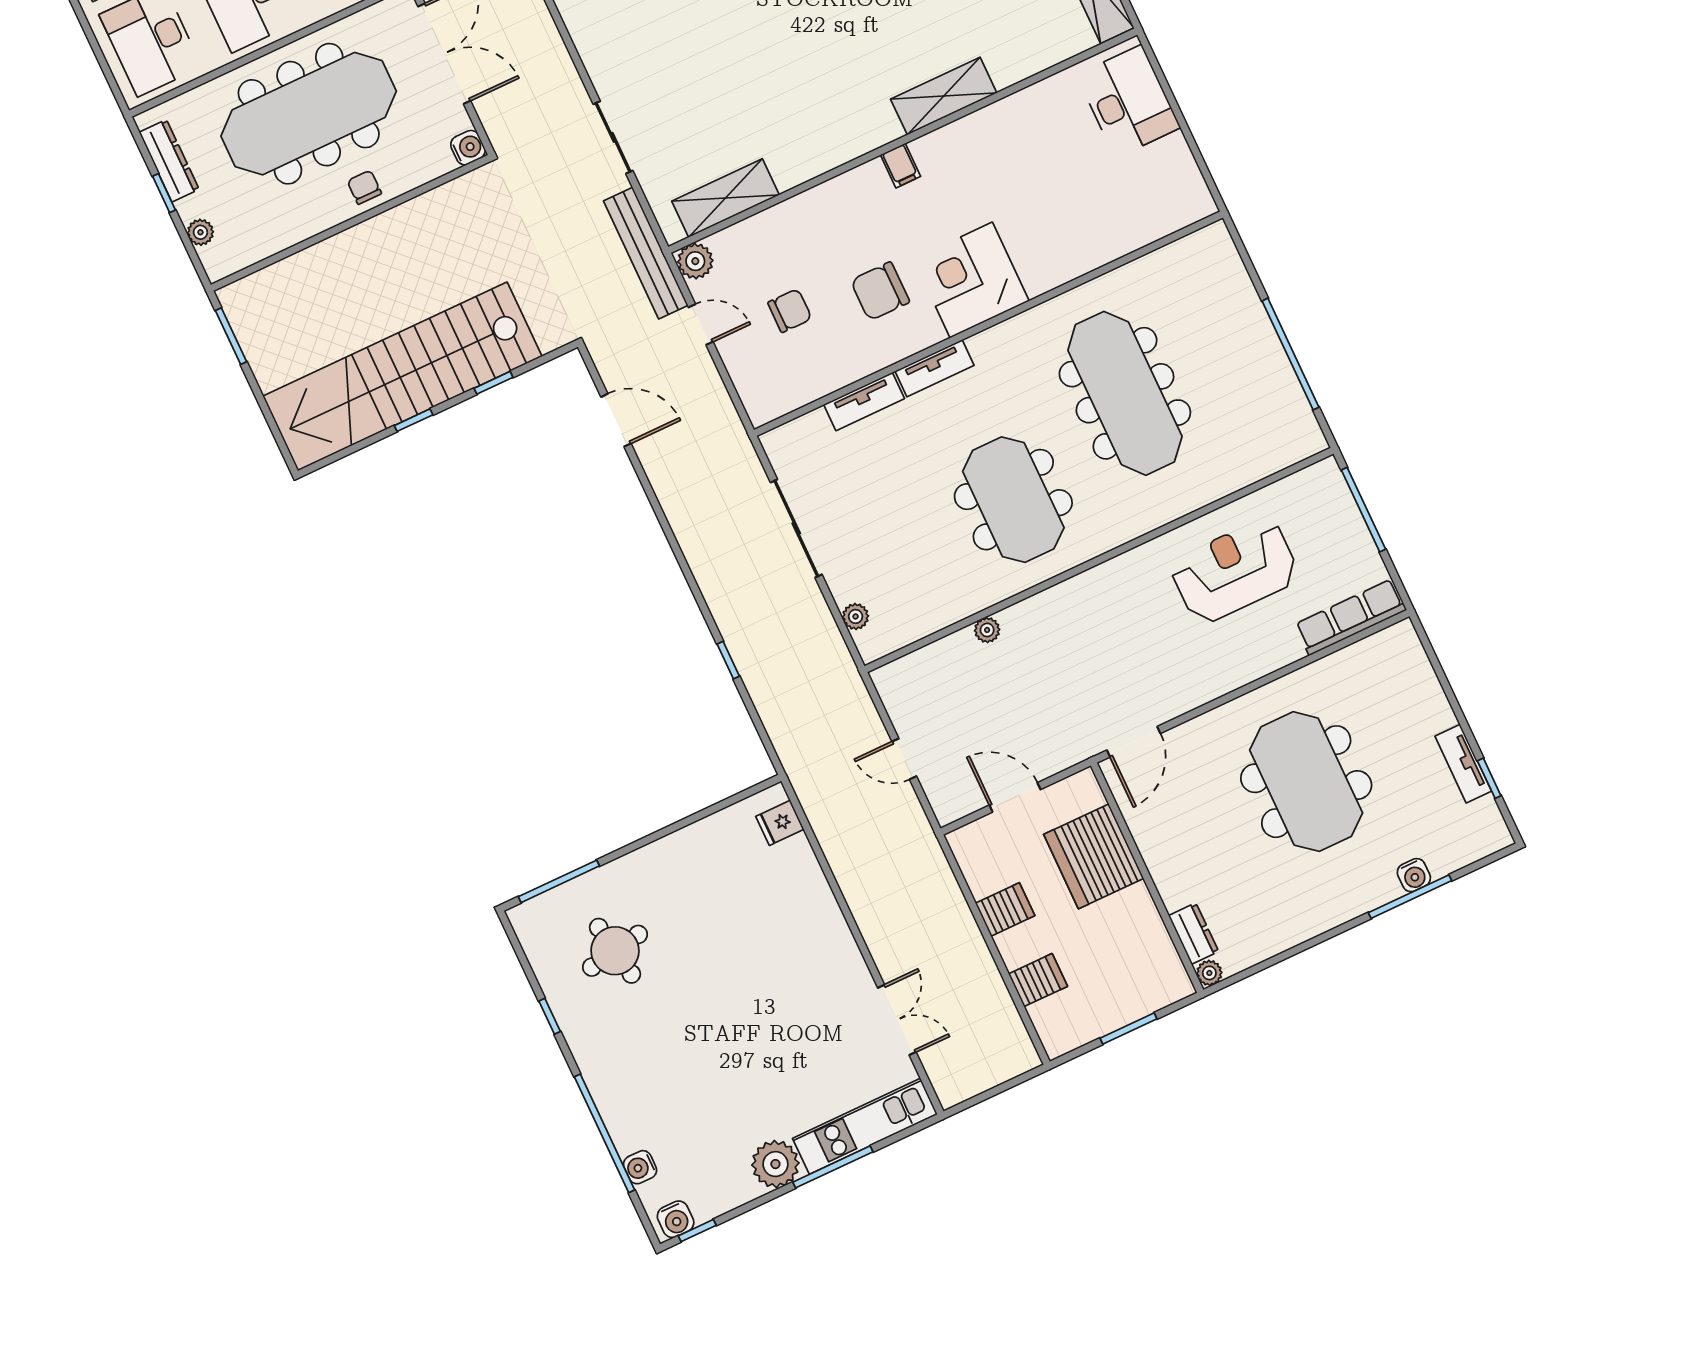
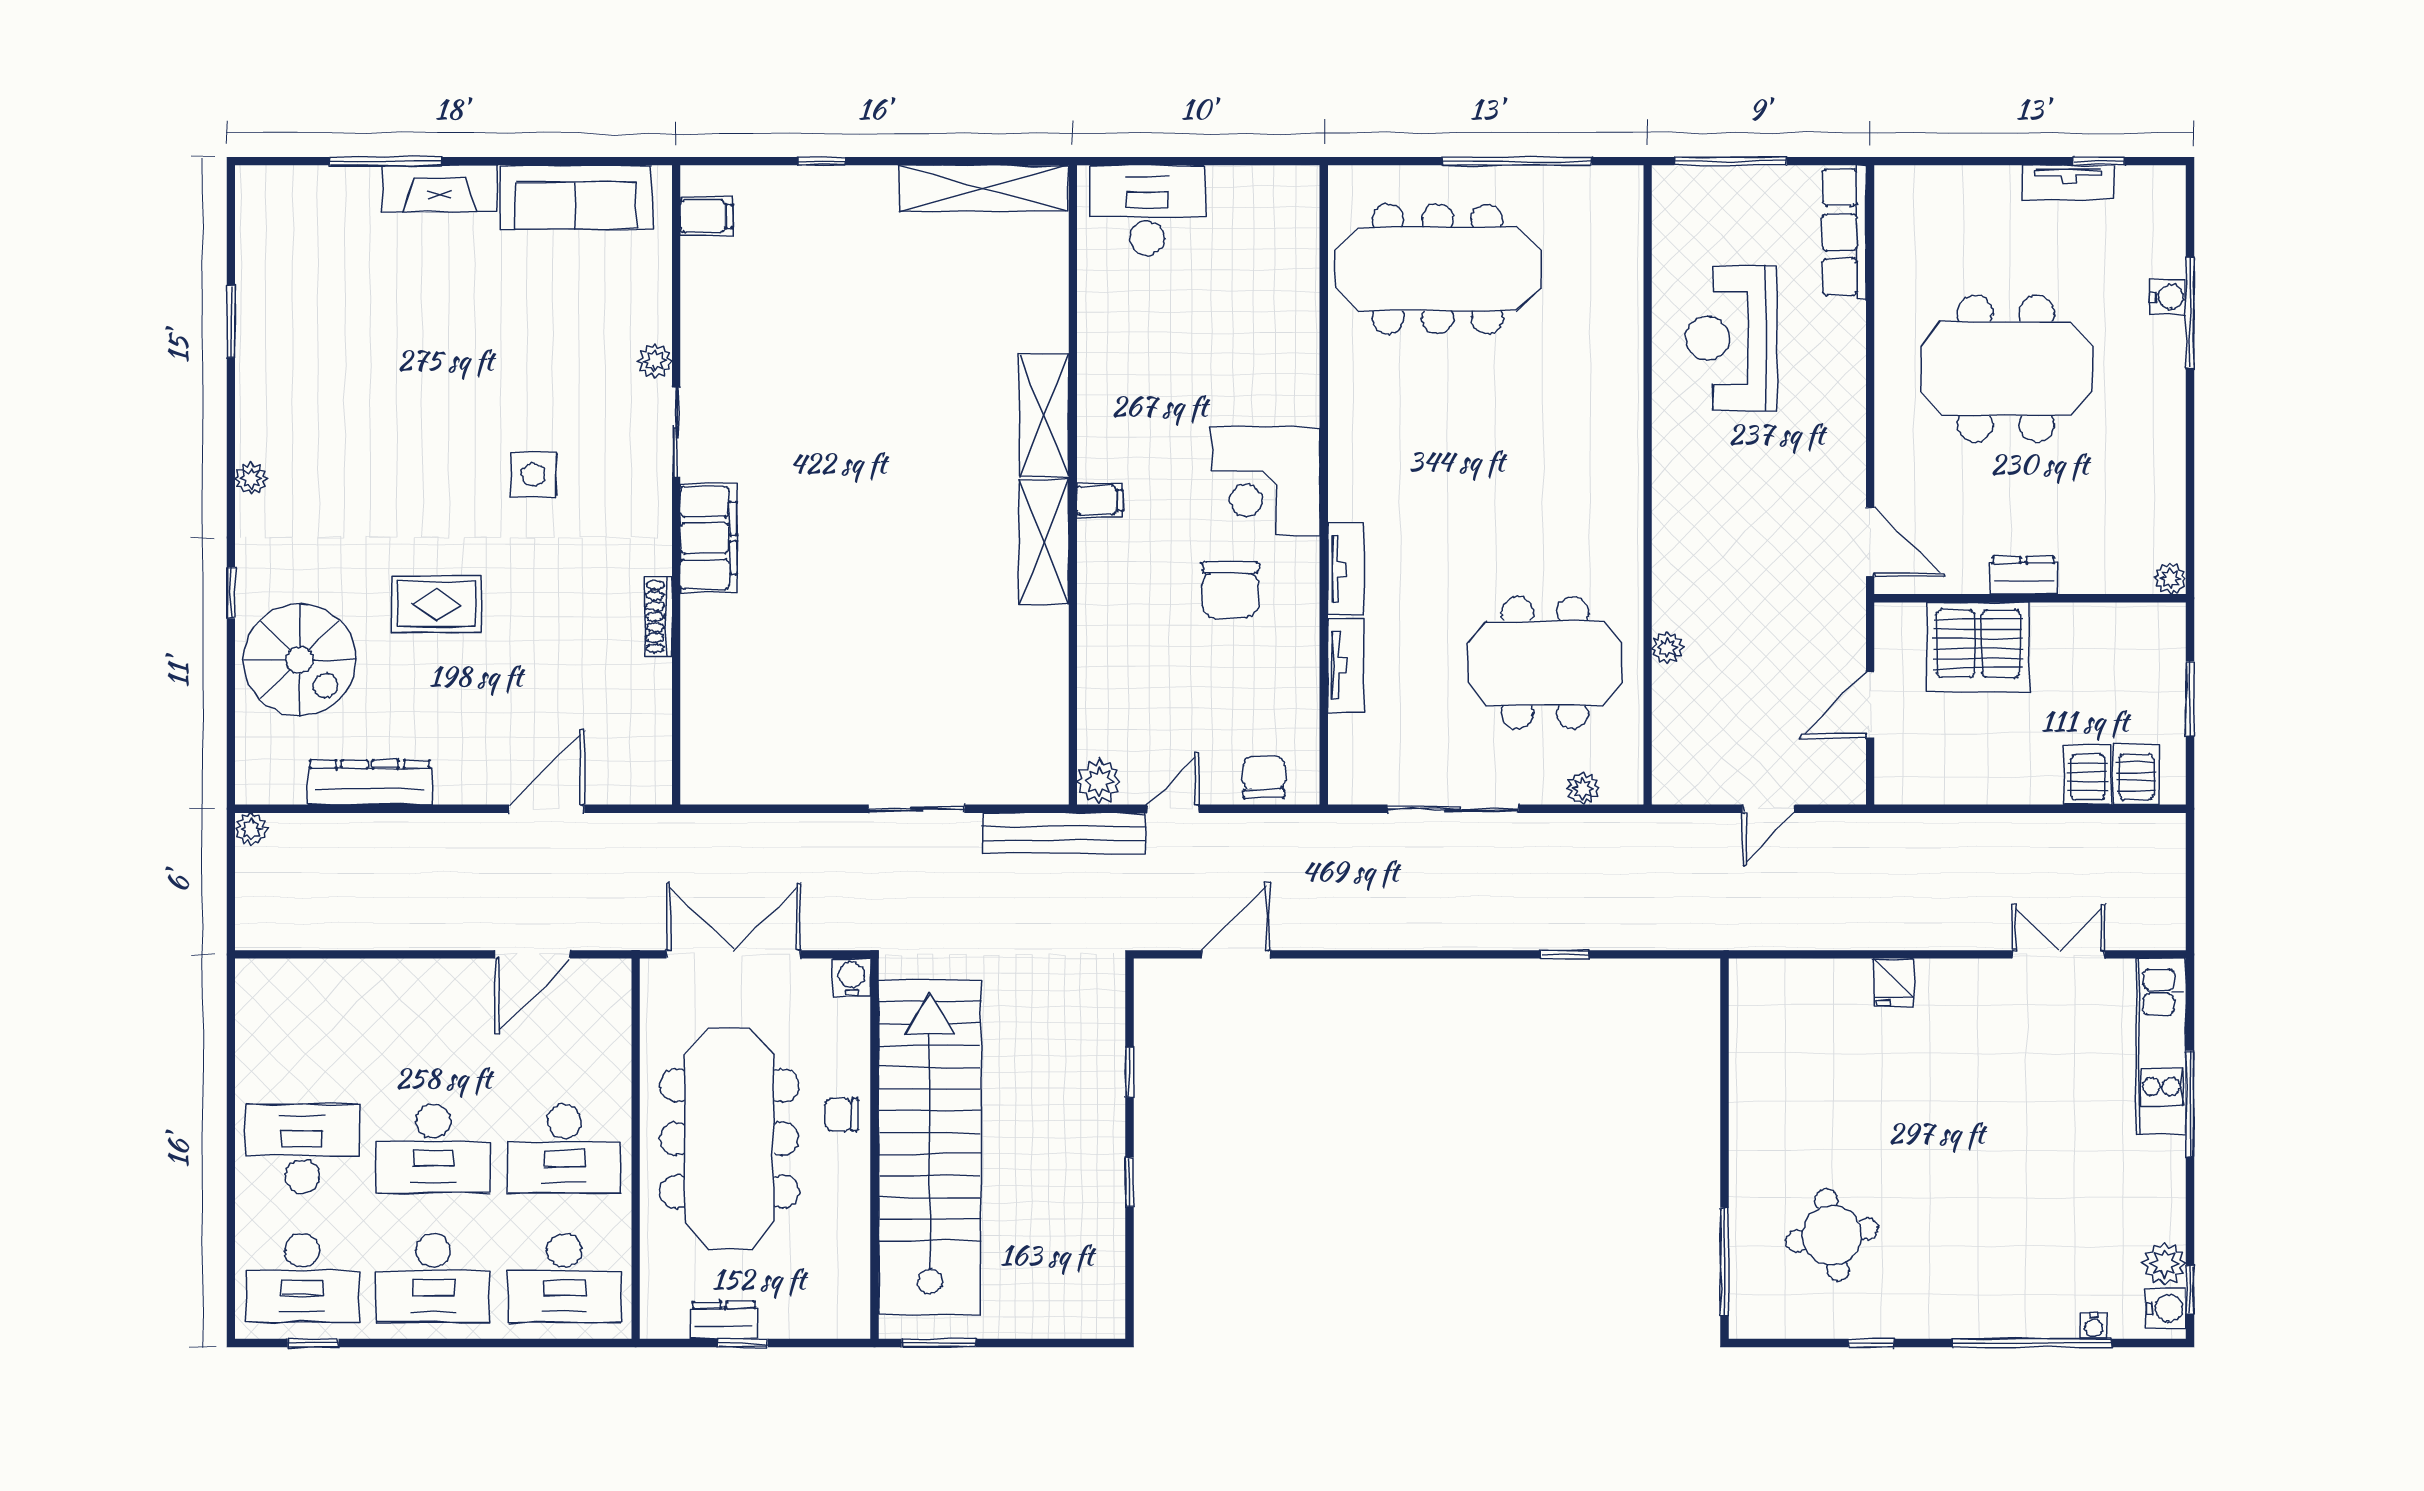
dresser: (169, 161) -> (724, 1320), width x0.70
shelving: (726, 198) -> (1044, 542), moved
plant: (200, 232) -> (806, 1323), removed
chair: (790, 311) -> (1264, 777), moved
stairs: (402, 376) -> (930, 1147), moved, turned 180
meeting table: (1125, 393) -> (1437, 269), moved
meeting table: (1013, 500) -> (1545, 663), moved
fridge: (780, 823) -> (1894, 982), moved
server rack: (1005, 909) -> (2136, 775), moved
dresser: (1194, 934) -> (2023, 575), moved
plant: (775, 1164) -> (2164, 1263), moved, width x0.73, depth x0.73
water cooler: (640, 1167) -> (2094, 1326), width x0.72, depth x0.72

